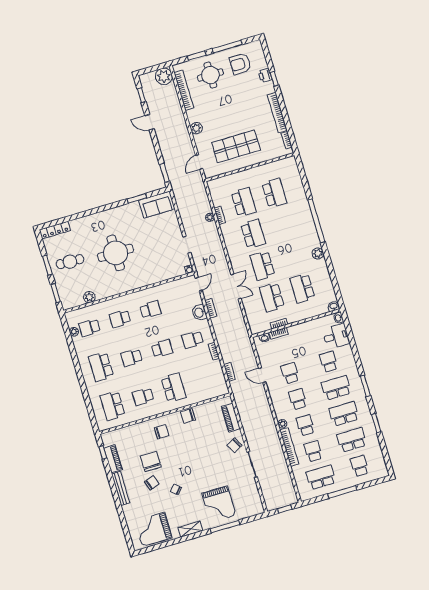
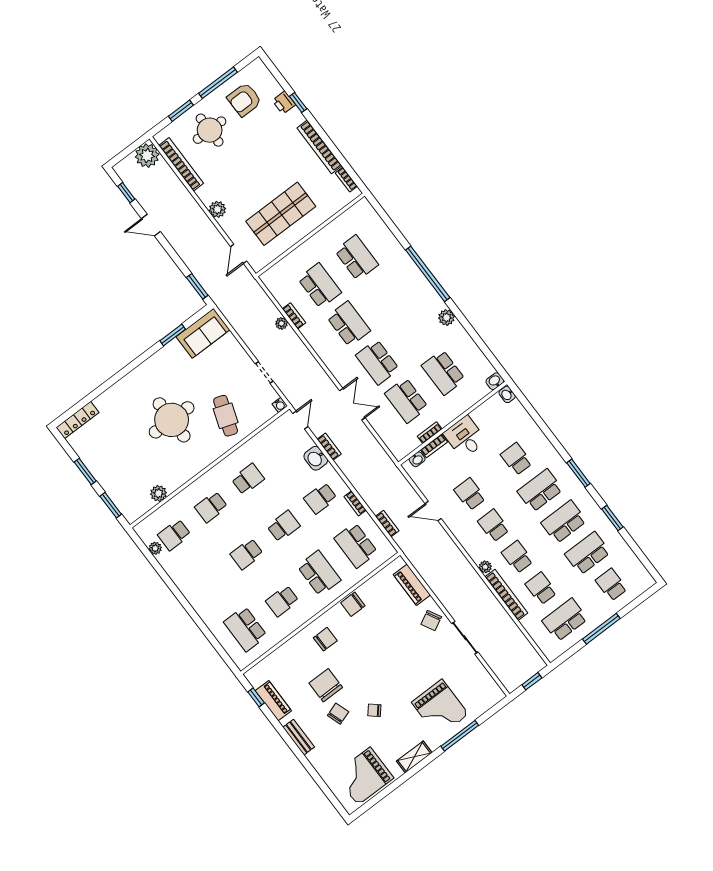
cafe table: (70, 262) -> (226, 416), moved, turned -73
desk: (336, 336) -> (465, 437), moved, turned -90
school desk: (101, 367) -> (356, 545), moved
bench: (121, 488) -> (299, 737), width x0.73

